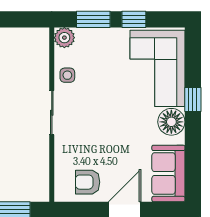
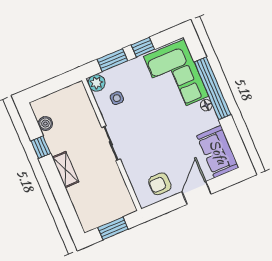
side table: (67, 75) -> (117, 98), moved
window: (193, 99) -> (213, 88), width x3.17
floor lamp: (171, 122) -> (206, 105), width x0.53, depth x0.53

